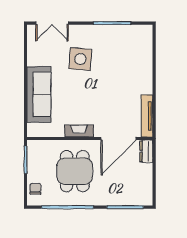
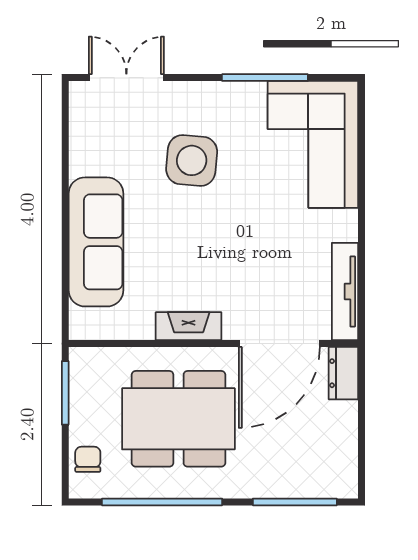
double door: (52, 23) -> (126, 78), swing flipped
corner sofa: (133, 52) -> (313, 144), added
dining table: (75, 171) -> (178, 419), width x1.37

